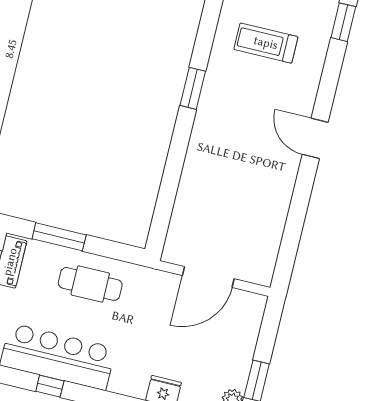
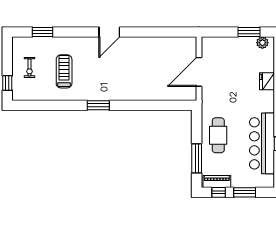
treadmill: (266, 43) -> (64, 71), turned 180
door: (208, 277) -> (199, 72), swing flipped

